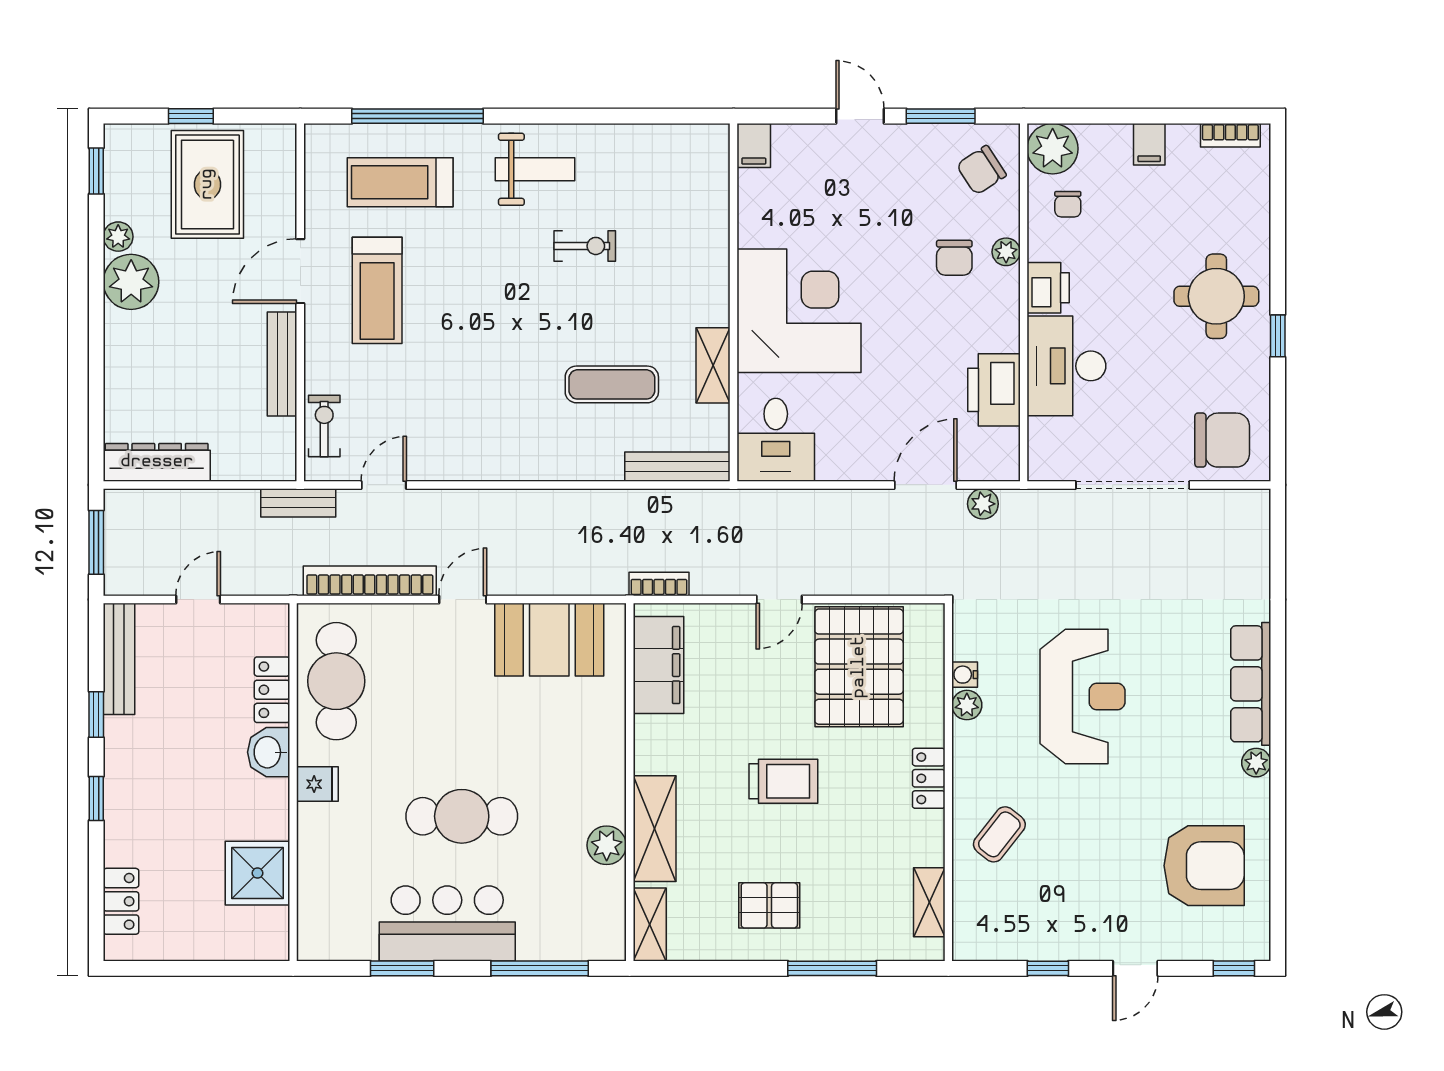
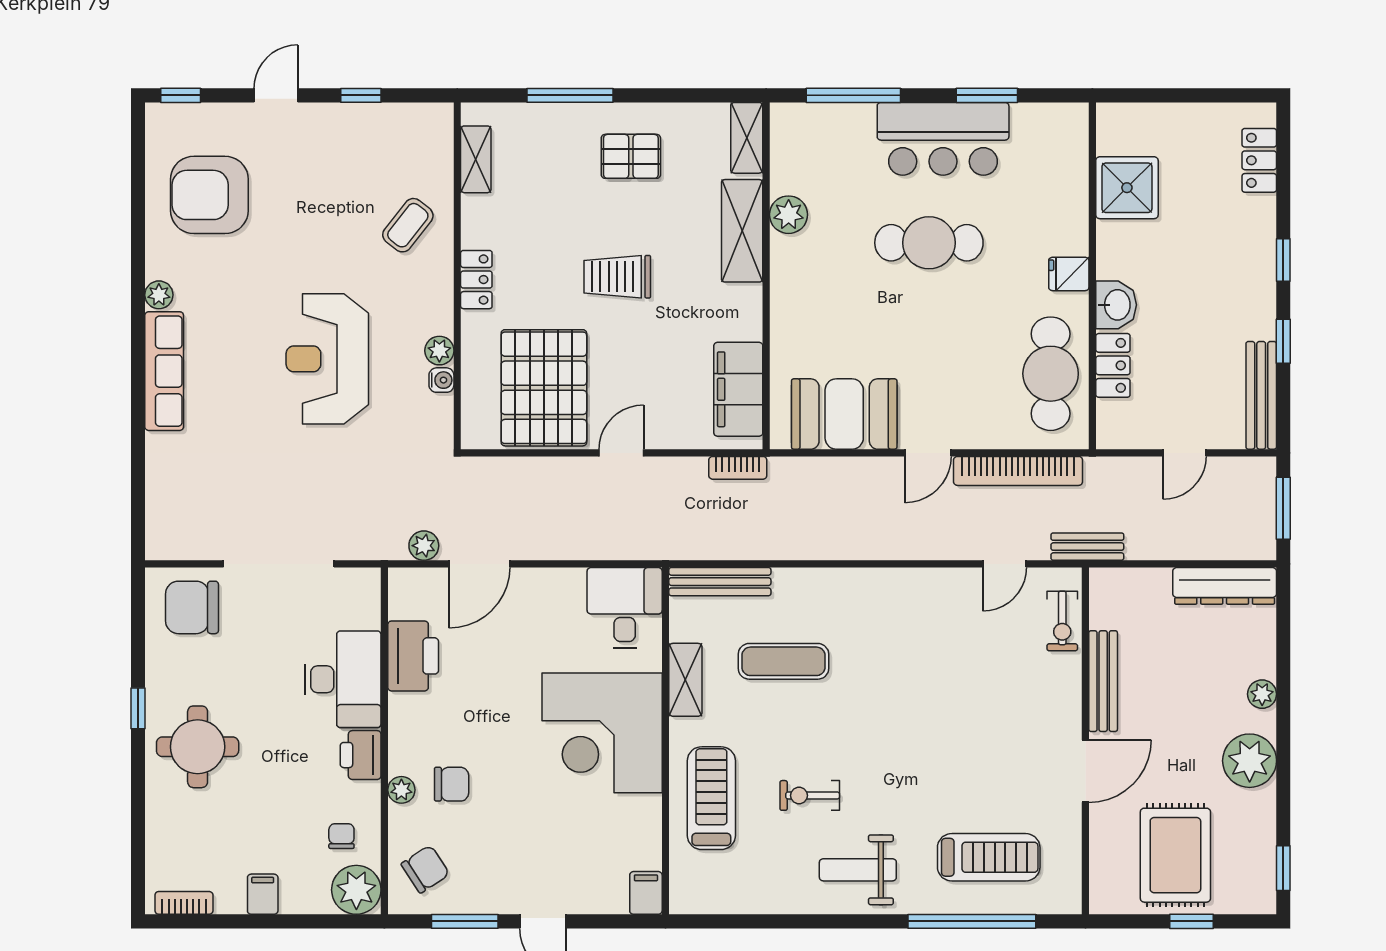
plant: (118, 237) -> (1262, 694), moved
chair: (954, 258) -> (452, 784), turned 90
treadmill: (377, 290) -> (711, 798), moved

